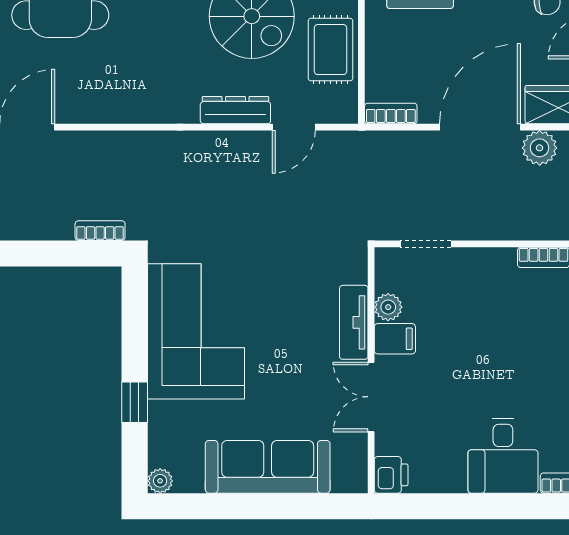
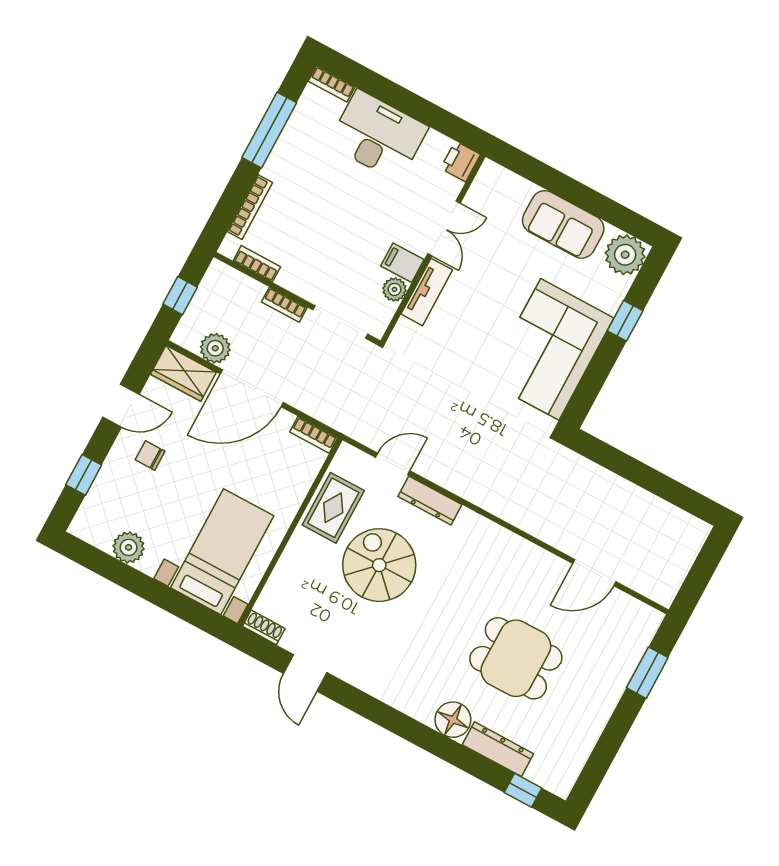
bookcase: (100, 231) -> (284, 305), moved
doorway: (426, 244) -> (340, 322), width x1.38
desk: (503, 456) -> (378, 136), width x1.37
sofa: (268, 467) -> (563, 224), width x0.73
plant: (160, 481) -> (625, 255), width x1.88, depth x1.88

